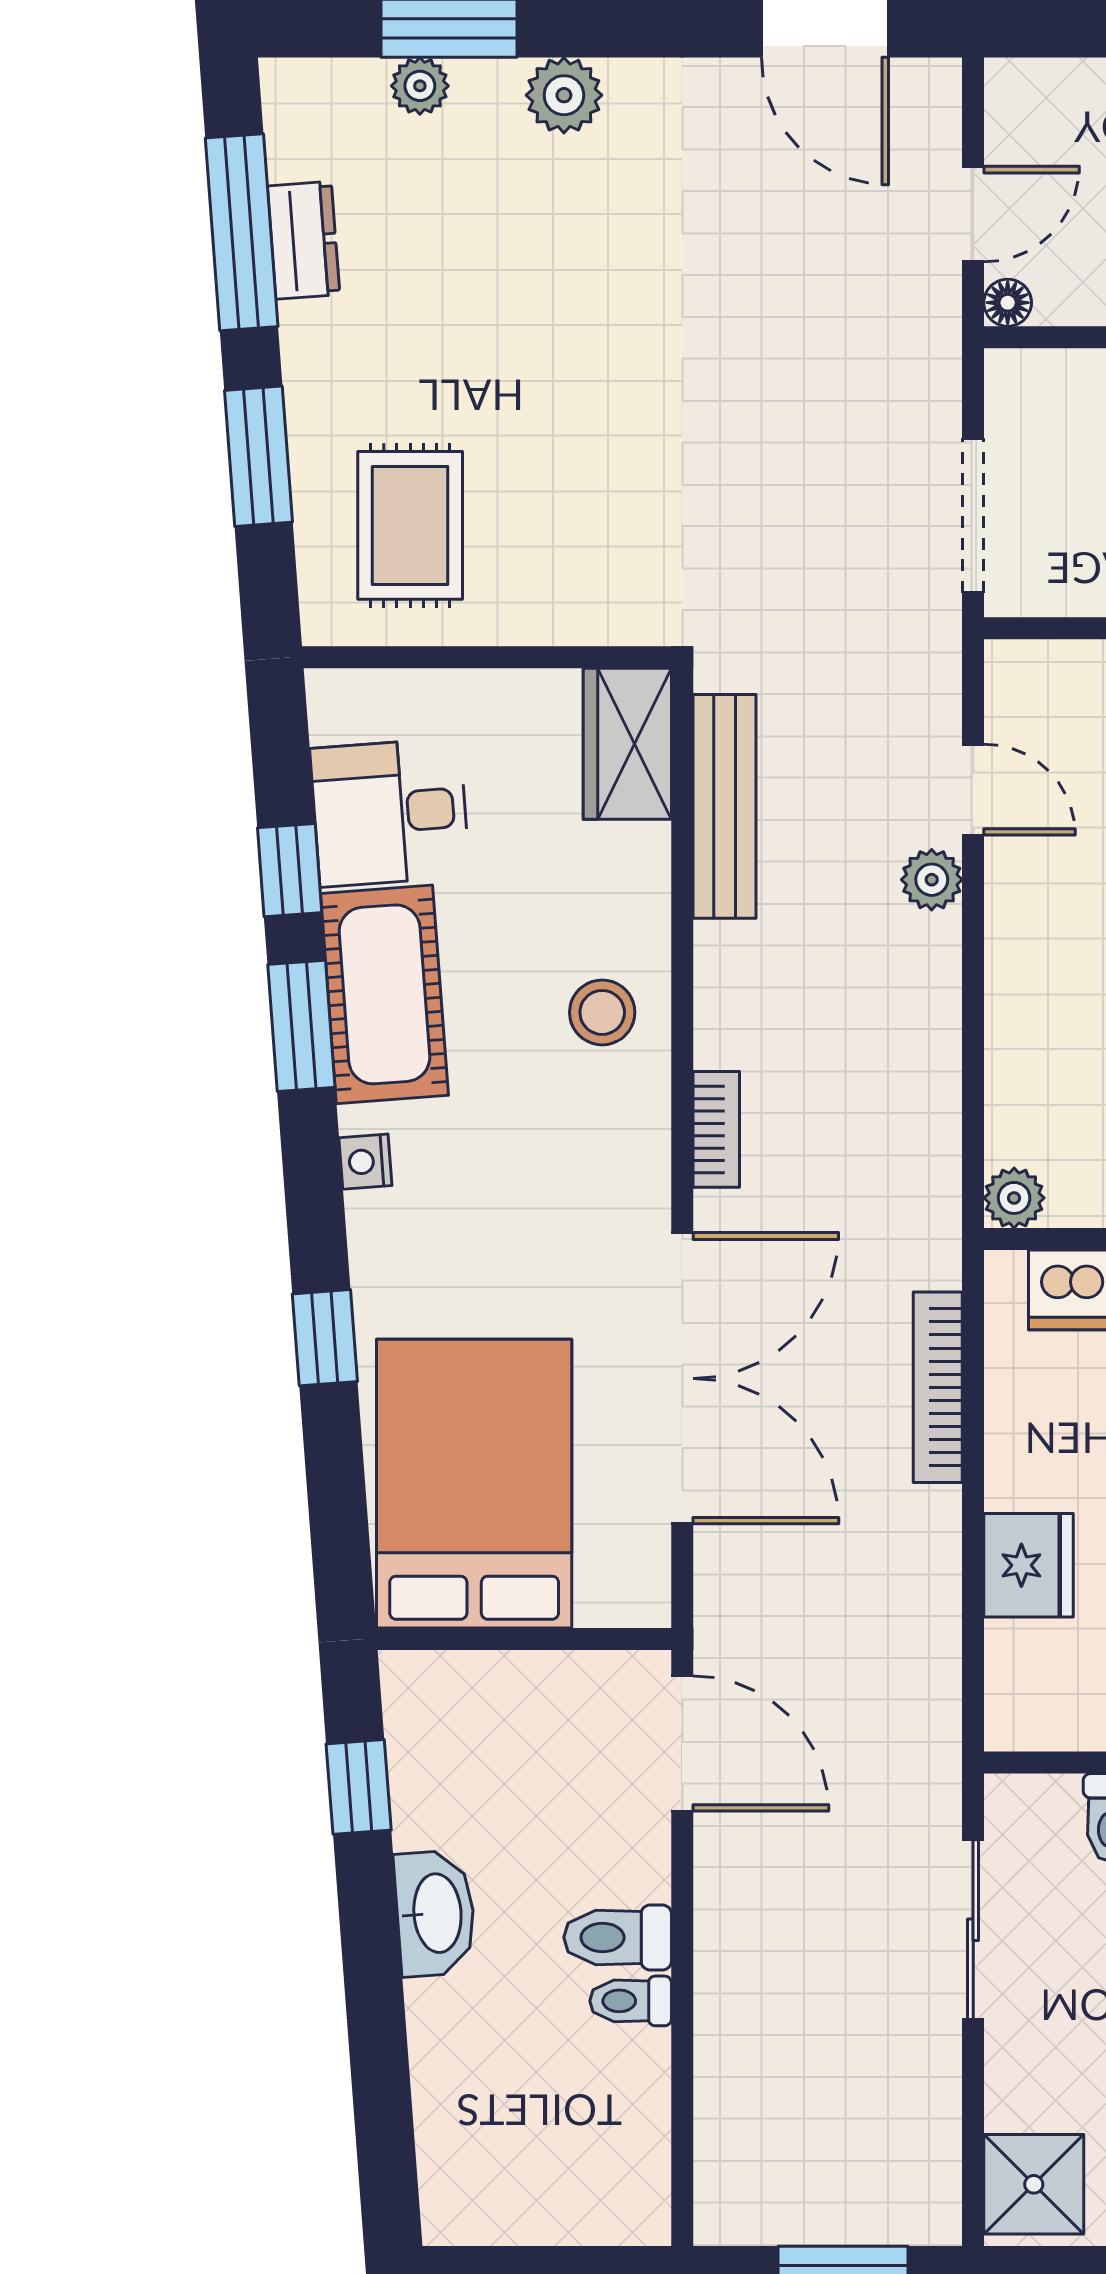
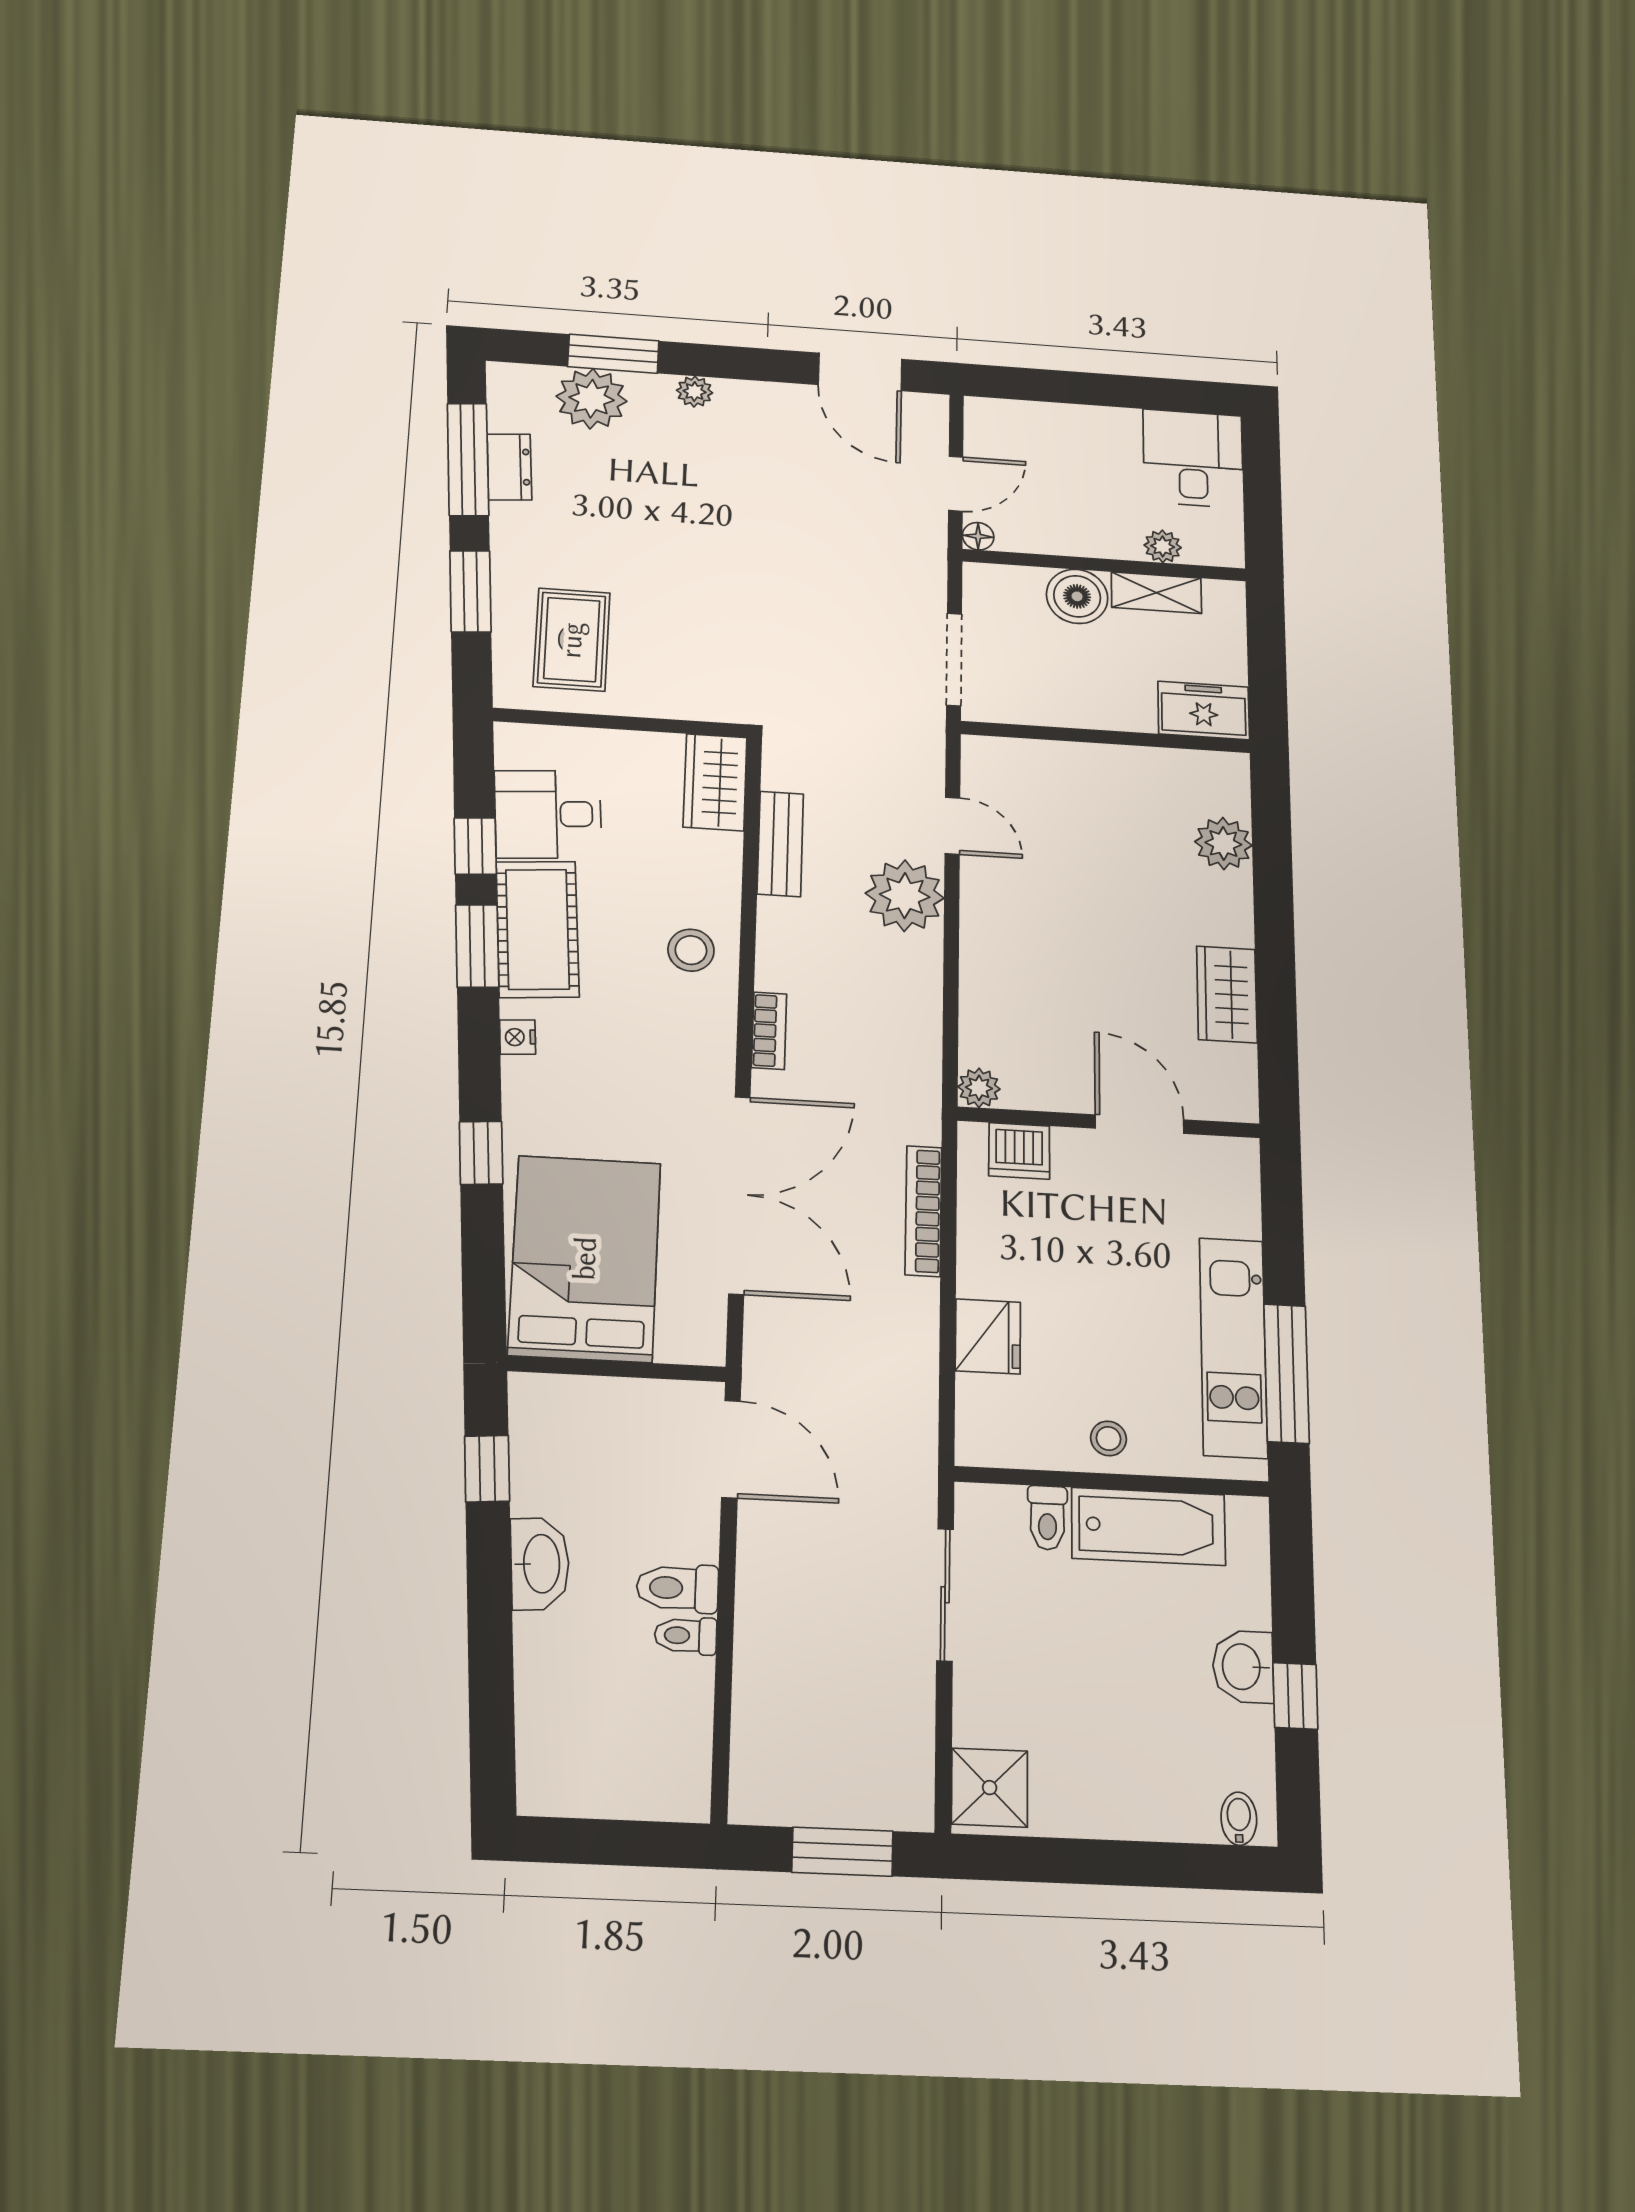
plant: (420, 86) -> (592, 399), width x1.87, depth x1.87
plant: (564, 95) -> (695, 392), width x0.73, depth x0.73
bench: (724, 806) -> (780, 844), width x0.73
plant: (932, 880) -> (905, 896), width x1.88, depth x1.88

